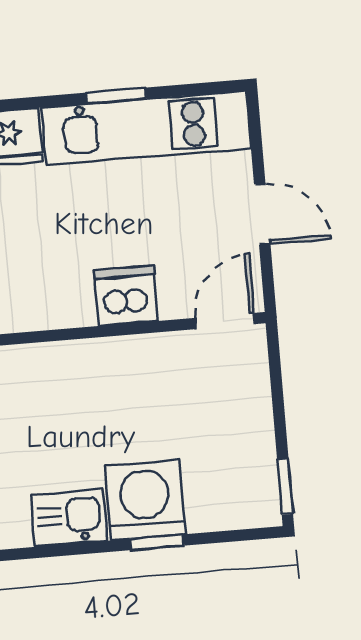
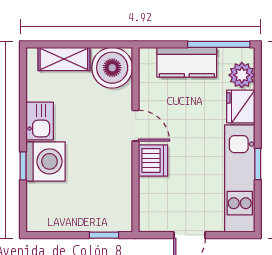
door: (225, 321) -> (136, 126), moved
window: (285, 486) -> (104, 235), moved

